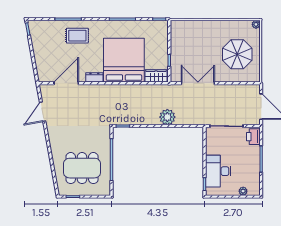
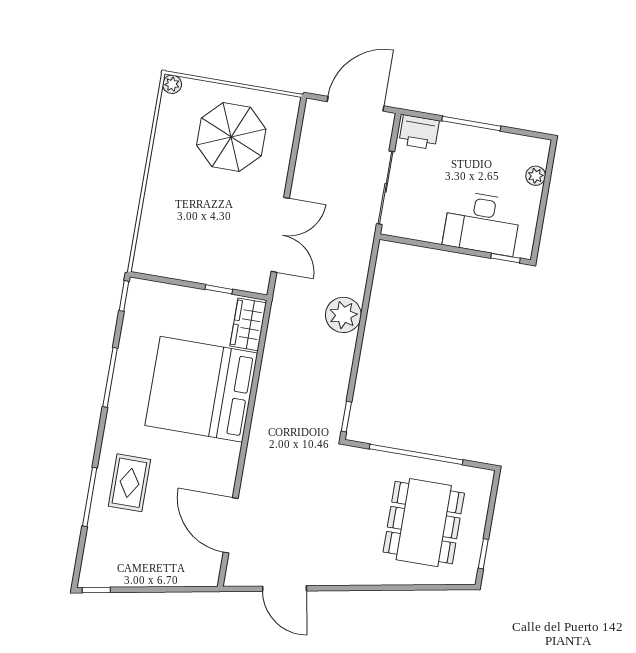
dresser: (94, 77) -> (228, 461), removed
double door: (198, 83) -> (280, 235), swing flipped

